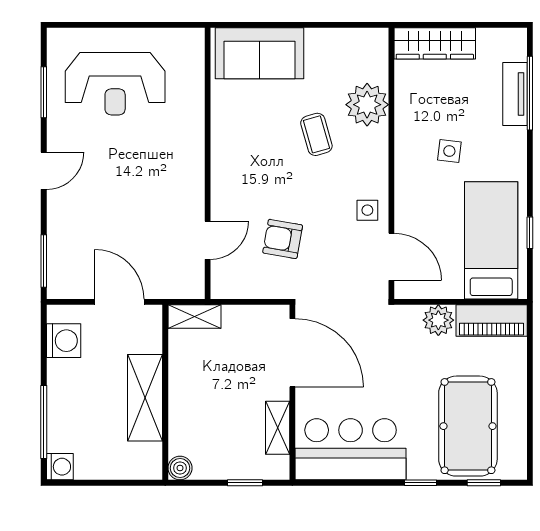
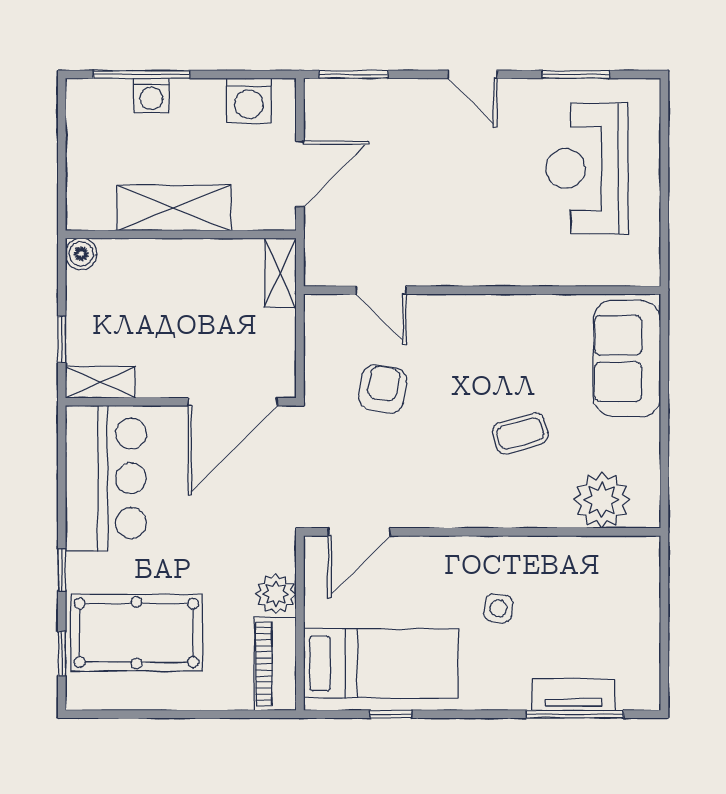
wardrobe: (435, 43) -> (640, 589), removed
plant: (367, 105) -> (602, 500), moved
side table: (367, 210) -> (421, 500), removed
shelving: (278, 428) -> (100, 382), moved
washing machine: (60, 467) -> (151, 96), moved

